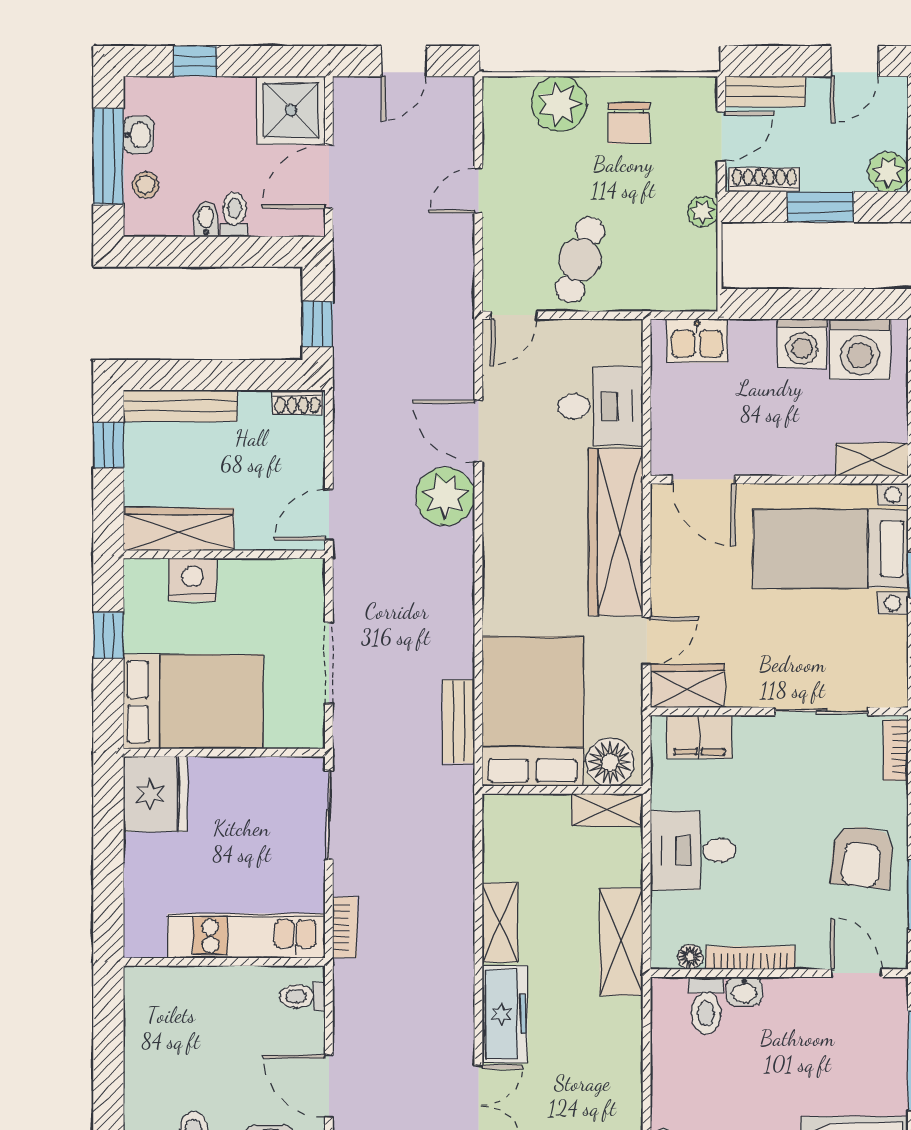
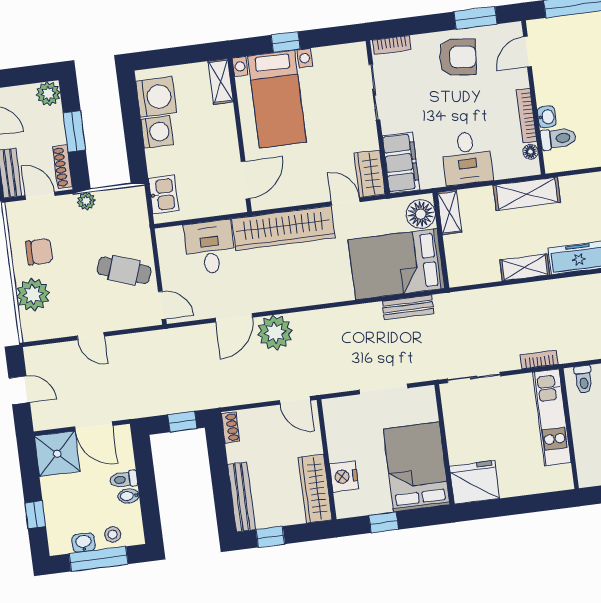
filing cabinet: (699, 737) -> (401, 163), width x1.50, depth x1.17

